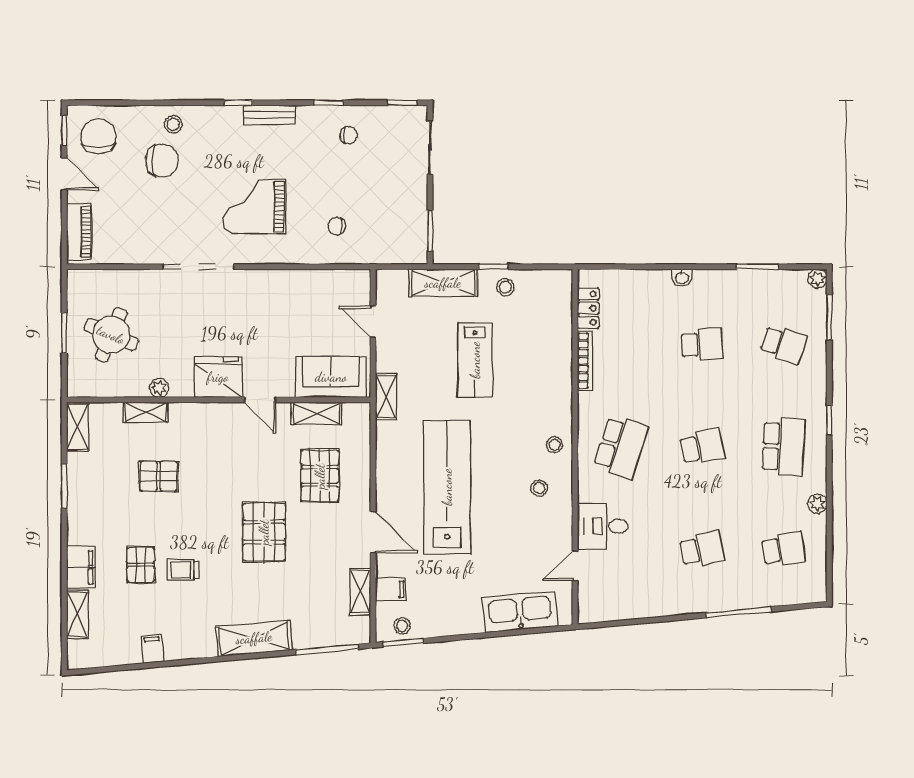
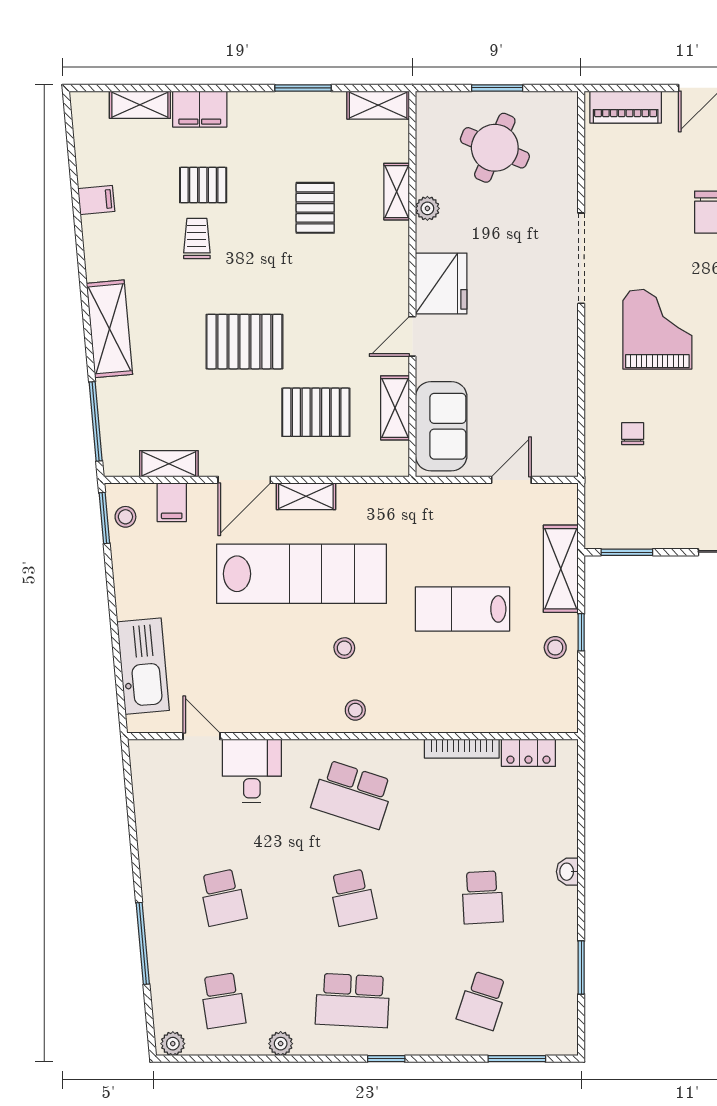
plant: (817, 279) -> (173, 1044), moved
shelving: (386, 397) -> (306, 496), moved
stool: (539, 488) -> (344, 648), moved

